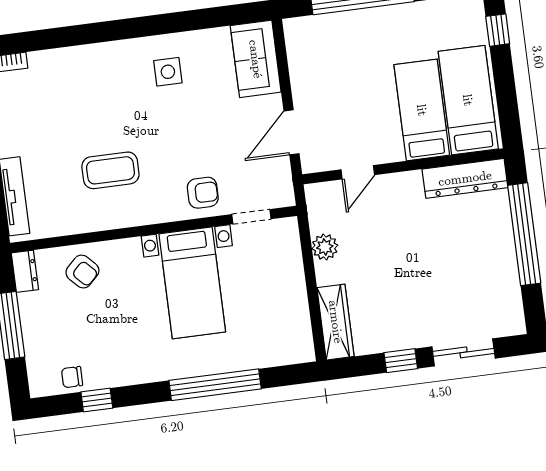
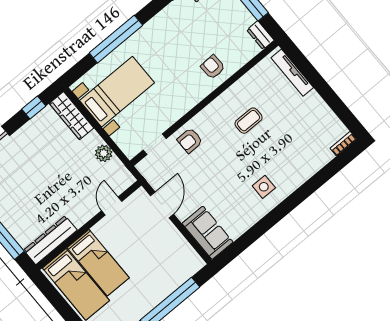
side table: (168, 72) -> (264, 187), moved
coffee table: (110, 170) -> (249, 121), width x0.73, depth x0.77
armchair: (82, 271) -> (213, 67), moved, turned 42
bed with nightstands: (192, 283) -> (117, 92), moved, turned 90
window: (401, 361) -> (34, 107), moved

